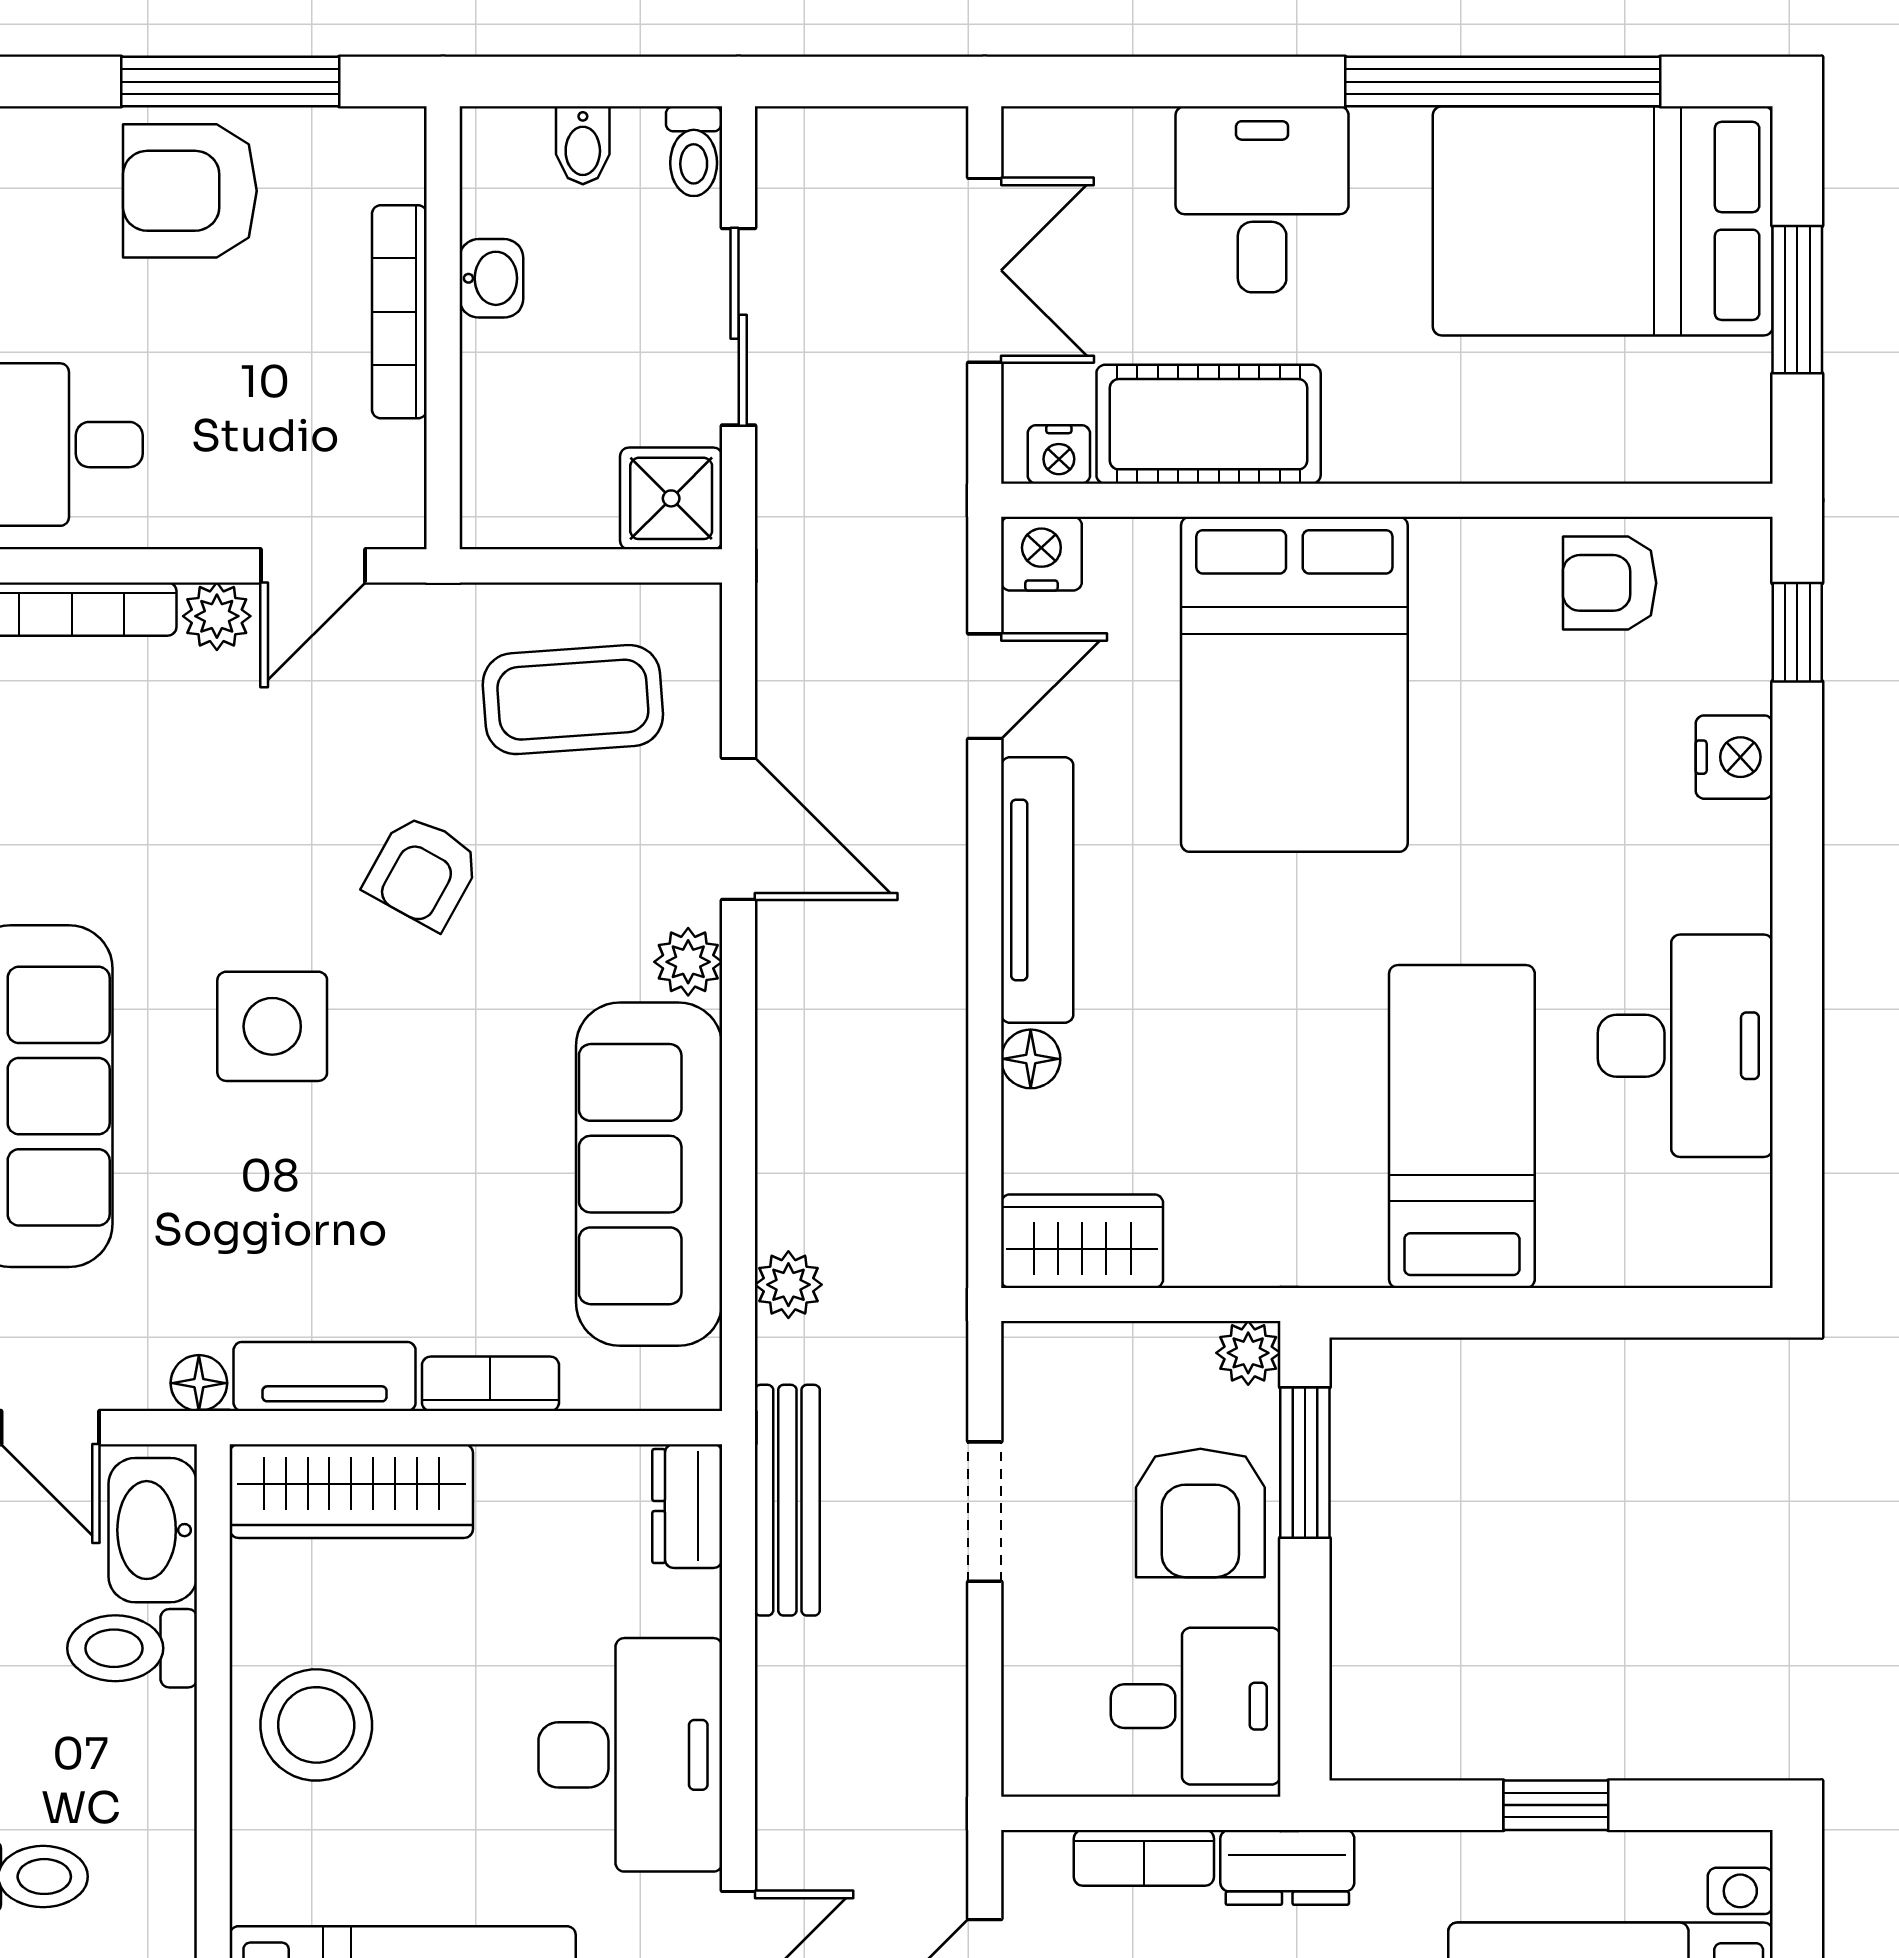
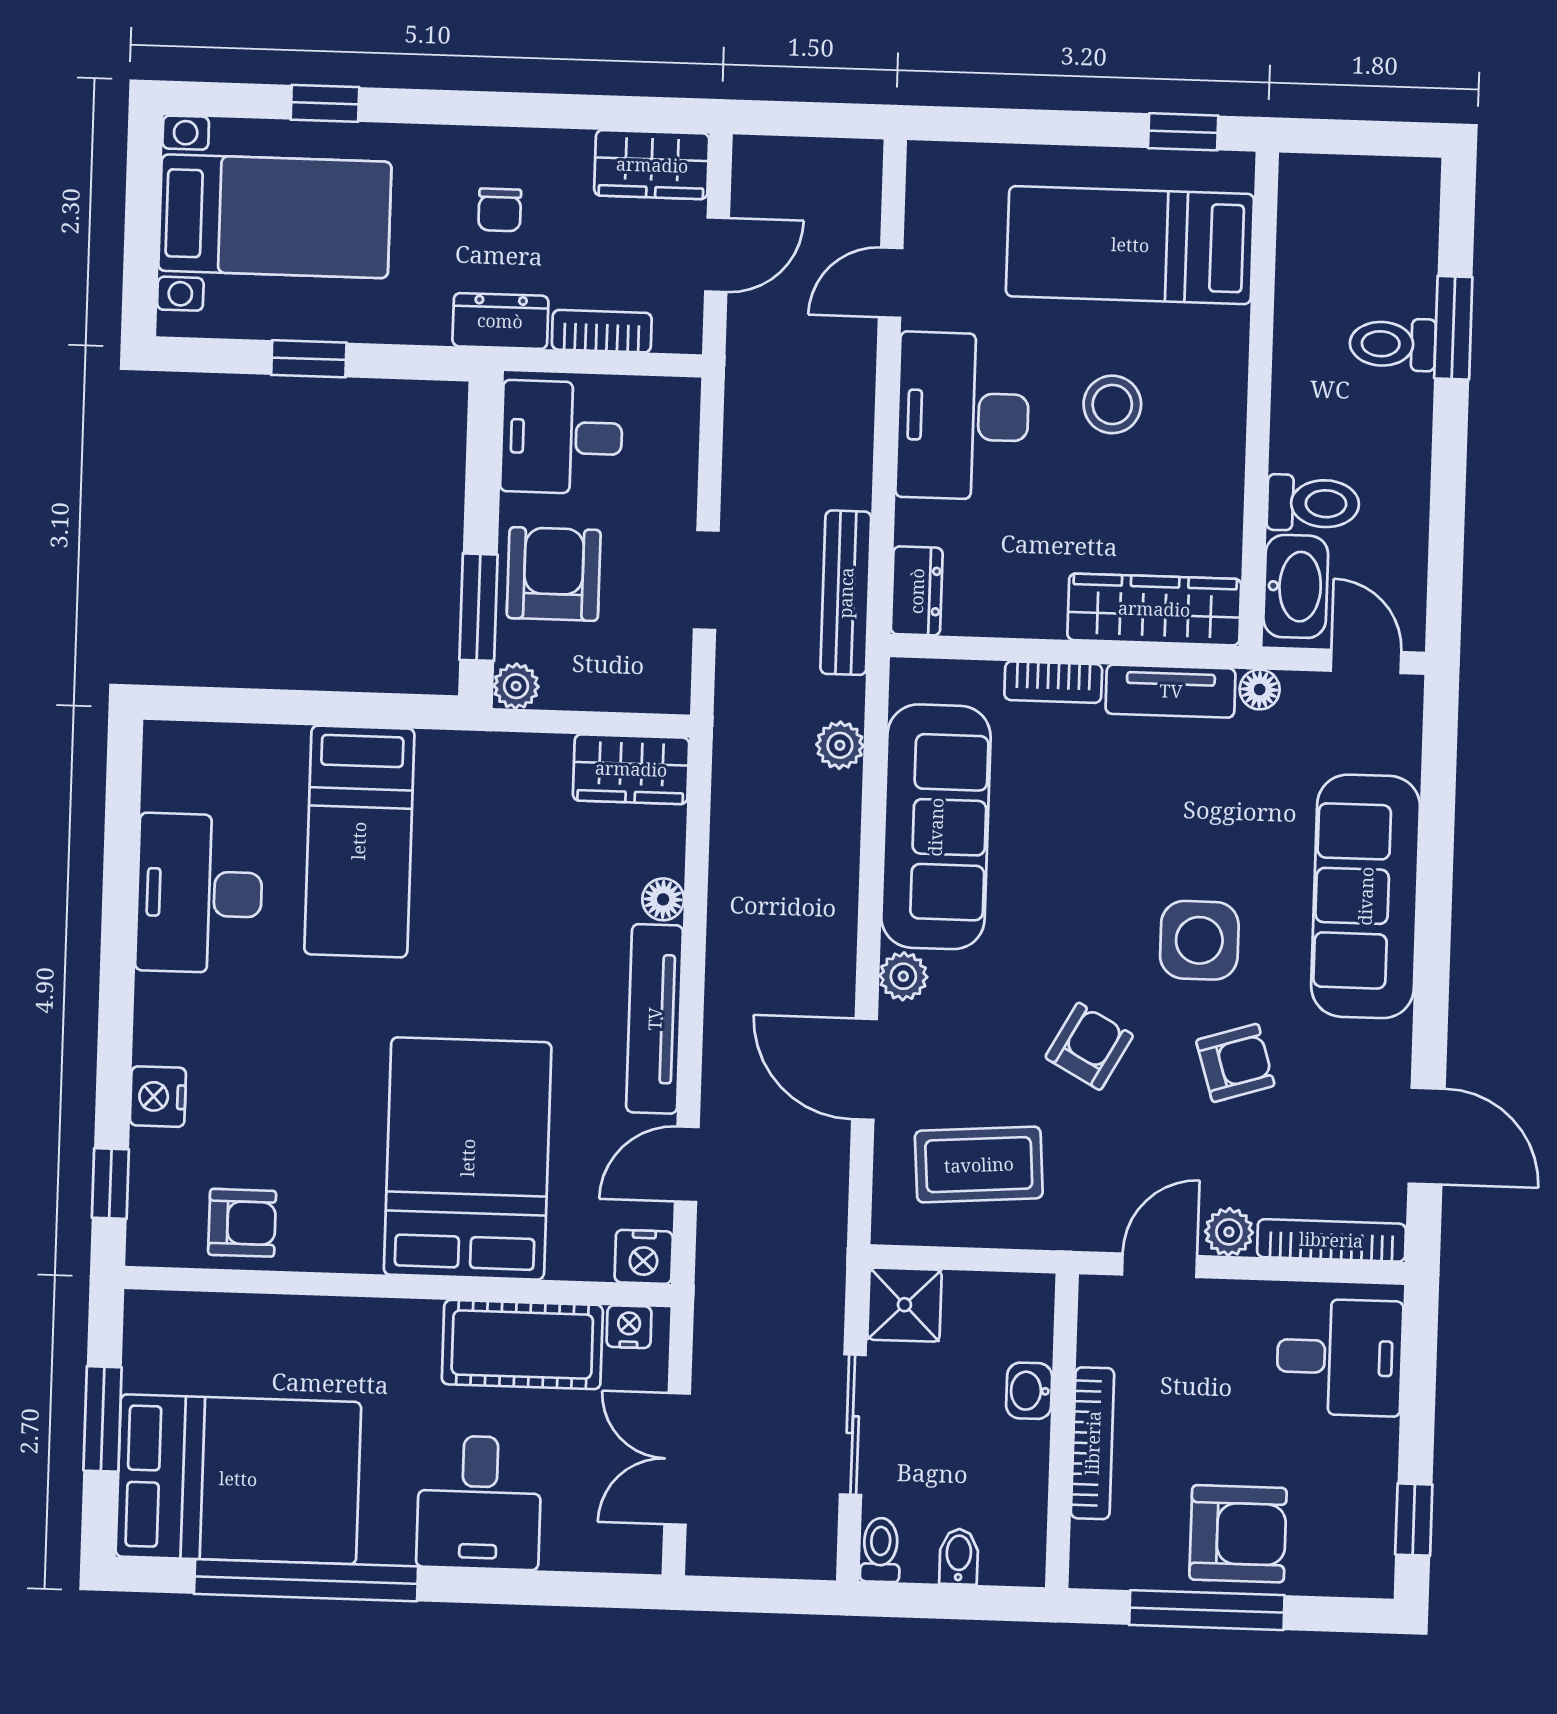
washbasin: (491, 278) -> (1029, 1391), moved
armchair: (216, 855) -> (1235, 1063), added
stool: (316, 1725) -> (1112, 404), moved, width x0.73, depth x0.73

